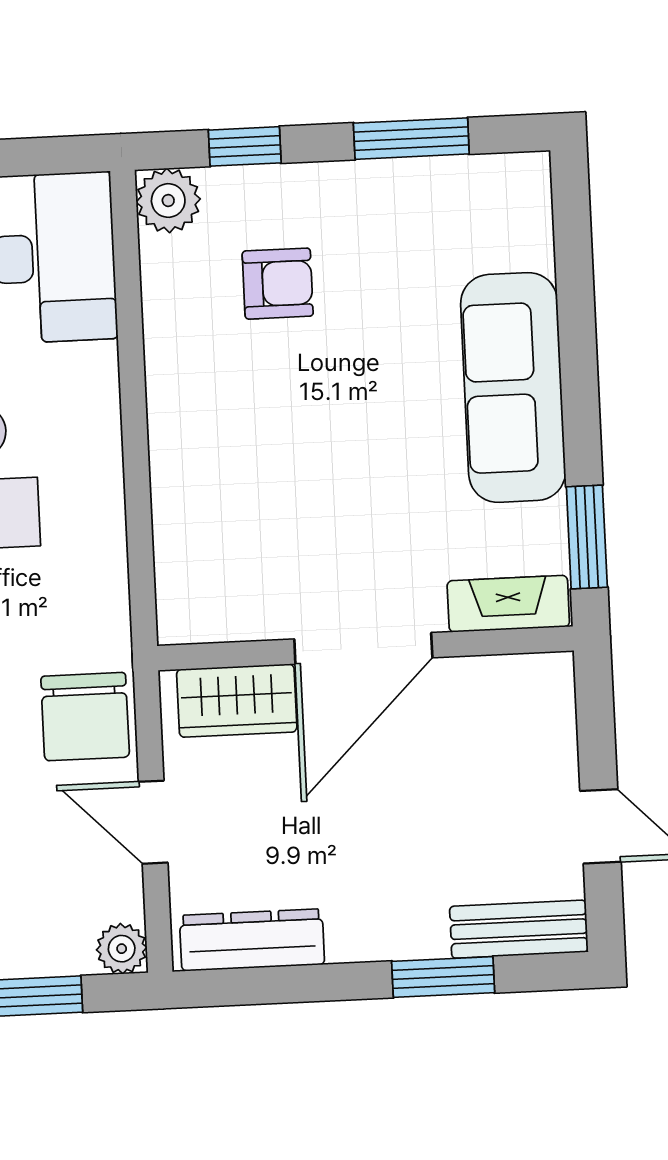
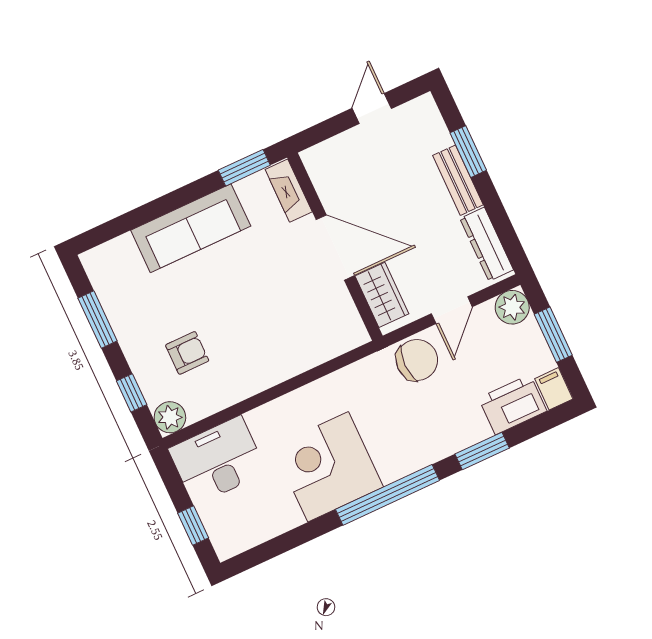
armchair: (278, 284) -> (187, 353), turned 90
bench: (519, 929) -> (458, 180), moved
plant: (122, 949) -> (512, 307), width x1.38, depth x1.38

